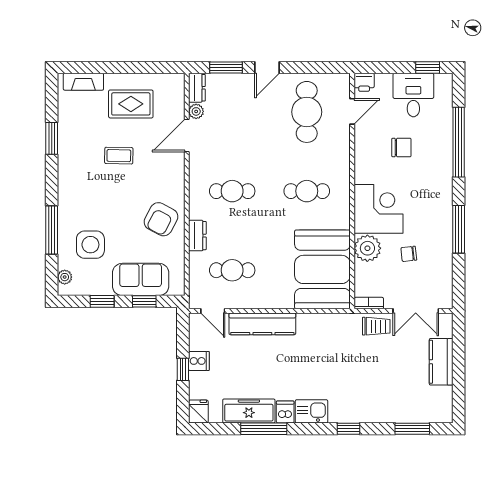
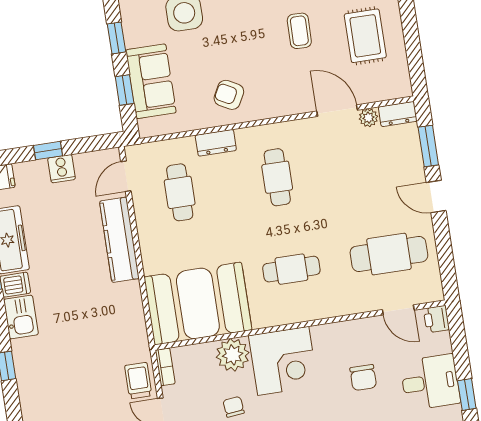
cafe table: (307, 191) -> (291, 269), turned 90
armchair: (161, 219) -> (229, 95), width x0.72, depth x0.72
trolley: (376, 326) -> (138, 381), turned 180

